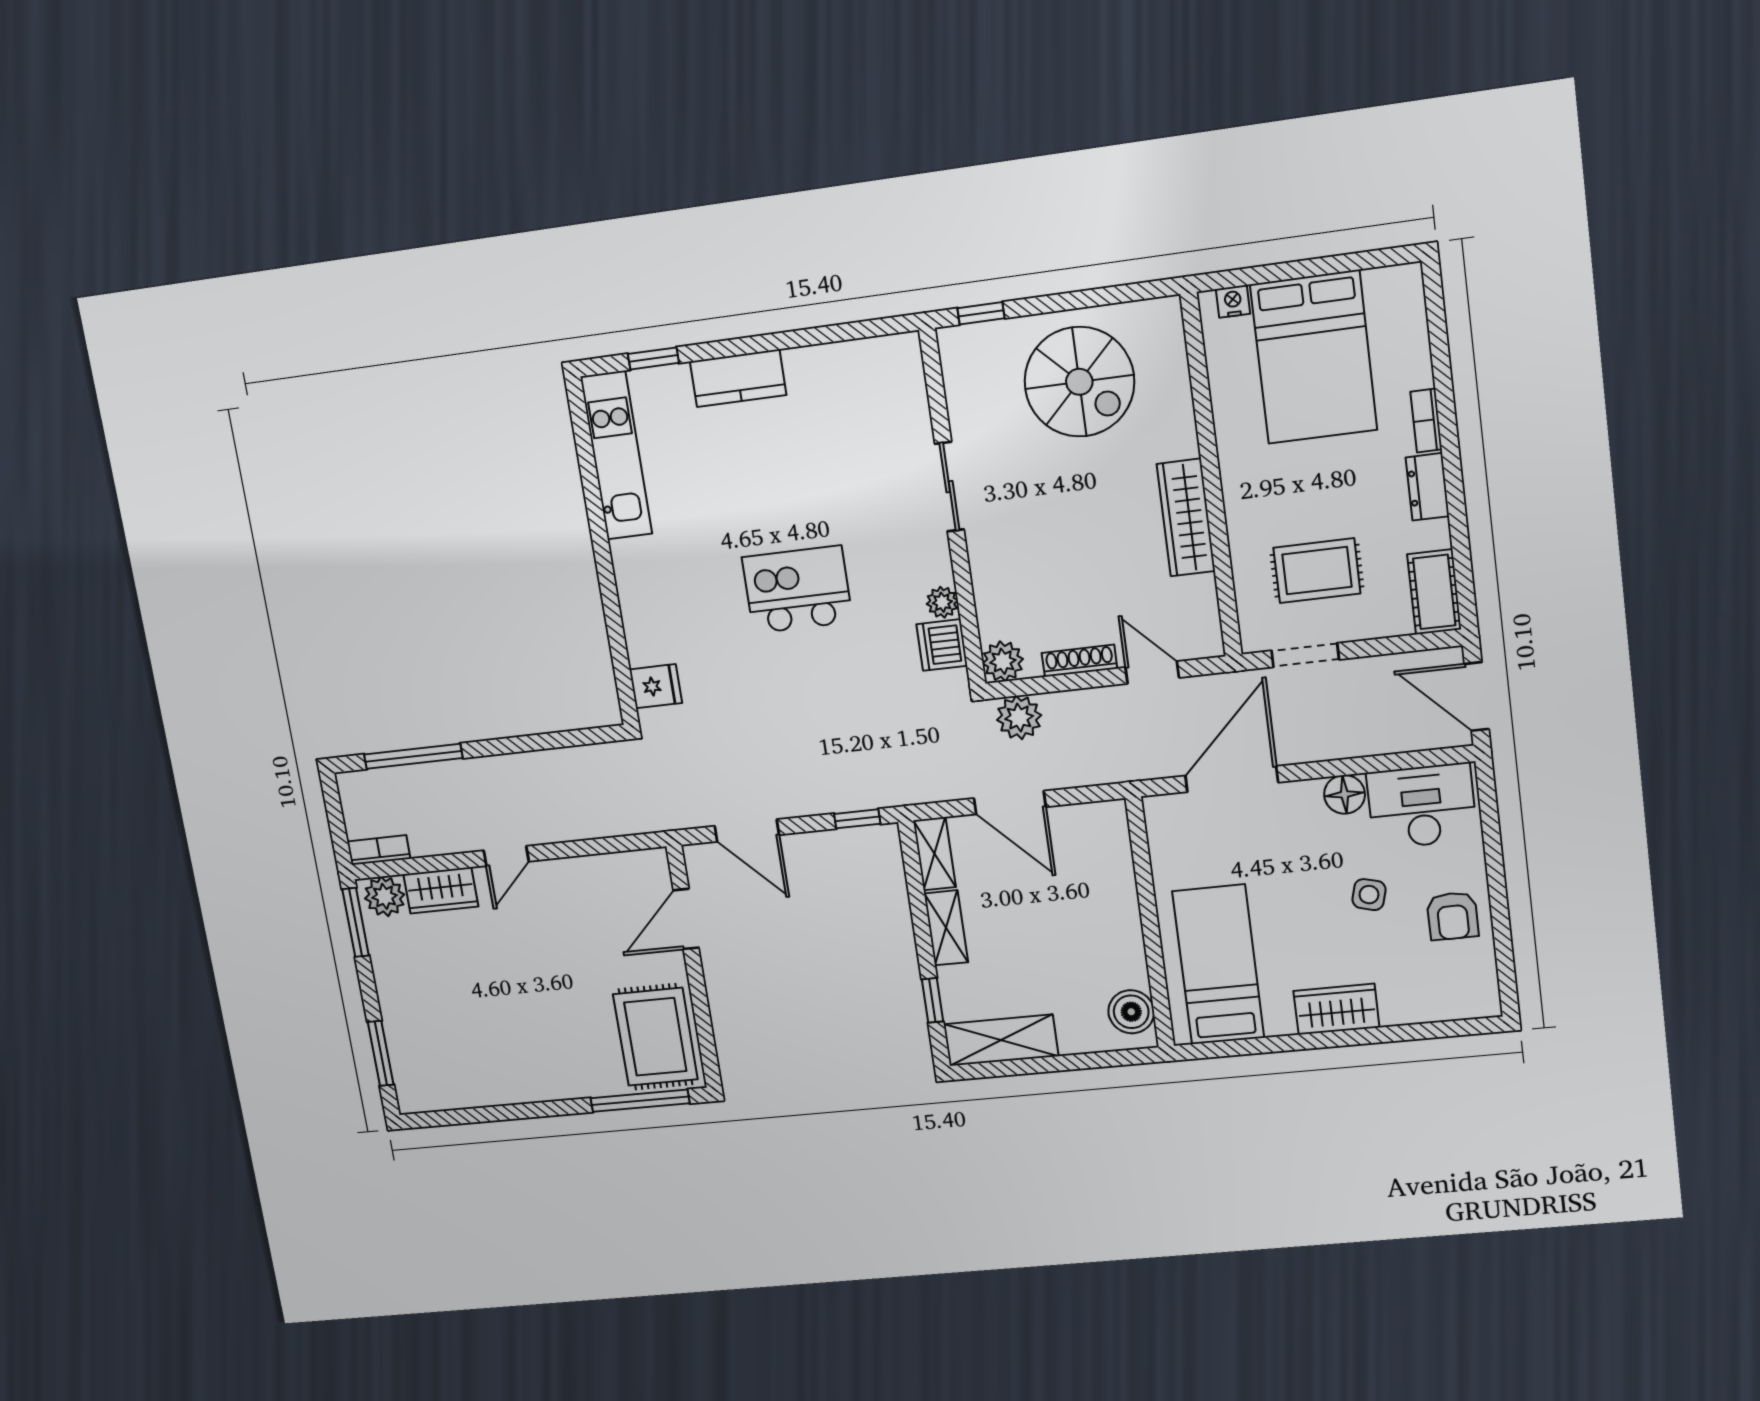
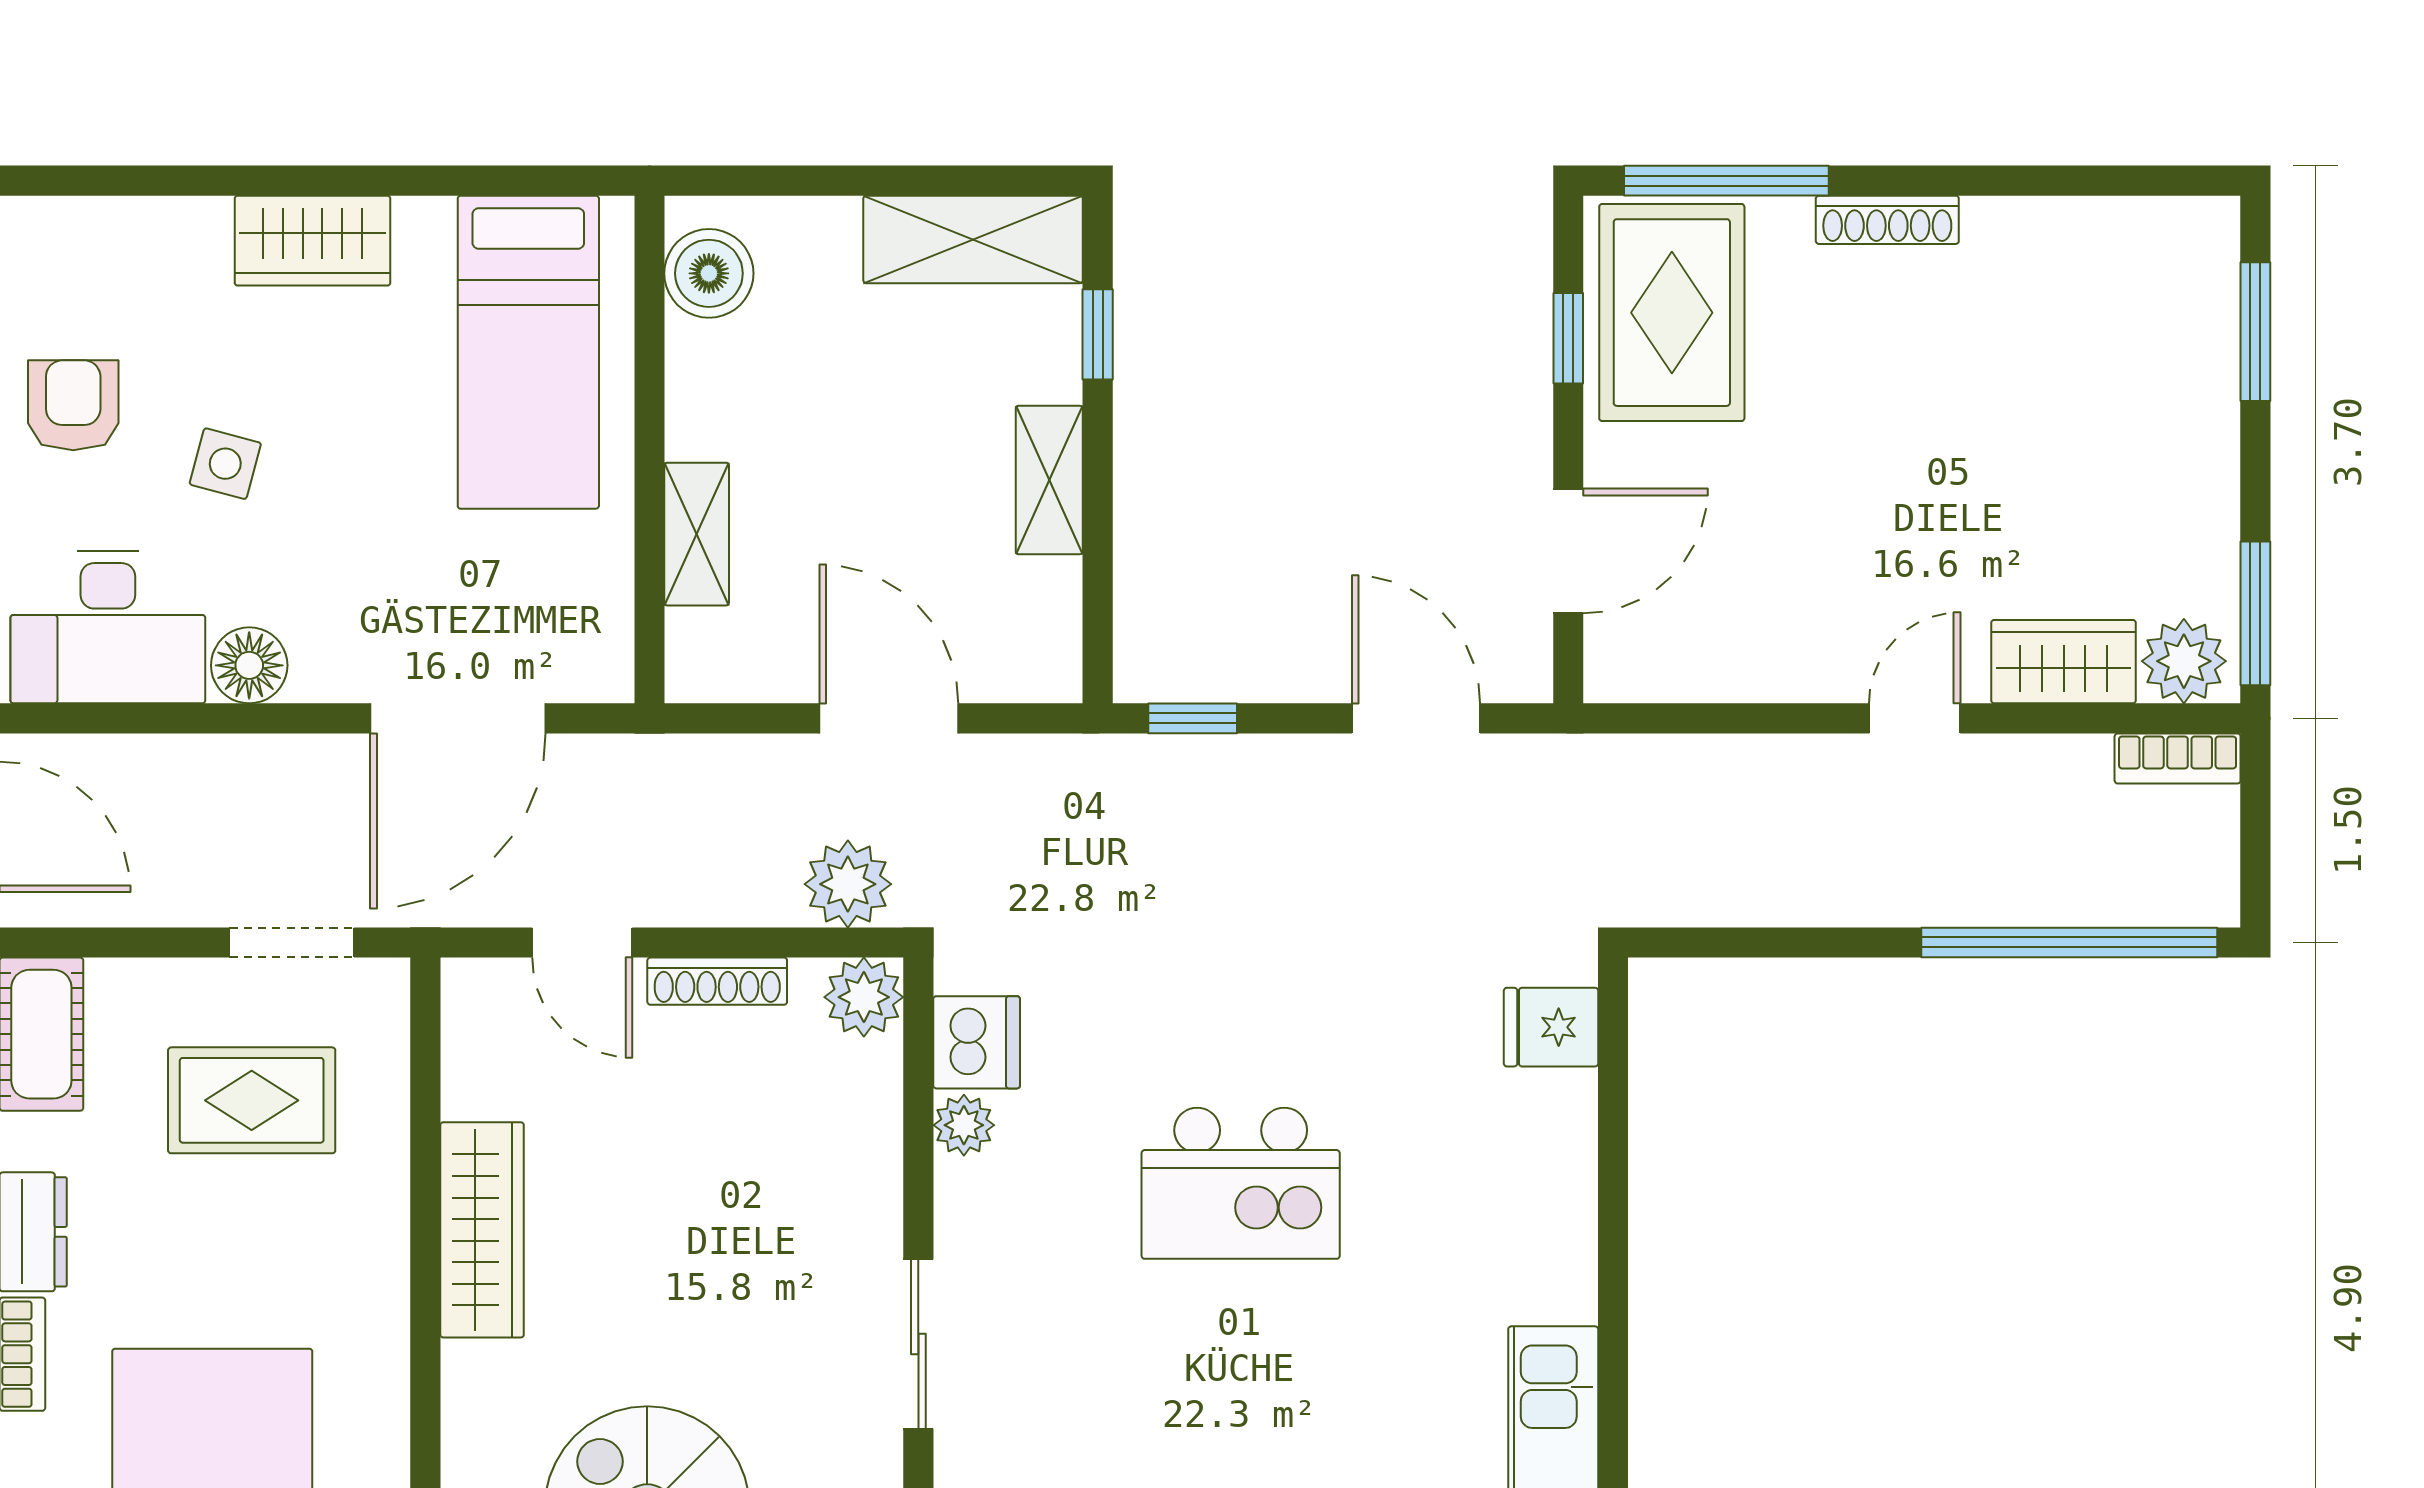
window: (413, 756) -> (2069, 942), width x1.46
shelving: (934, 854) -> (697, 534), moved
window: (703, 1020) -> (1568, 338), added
shoe rack: (561, 1089) -> (1887, 220), added

